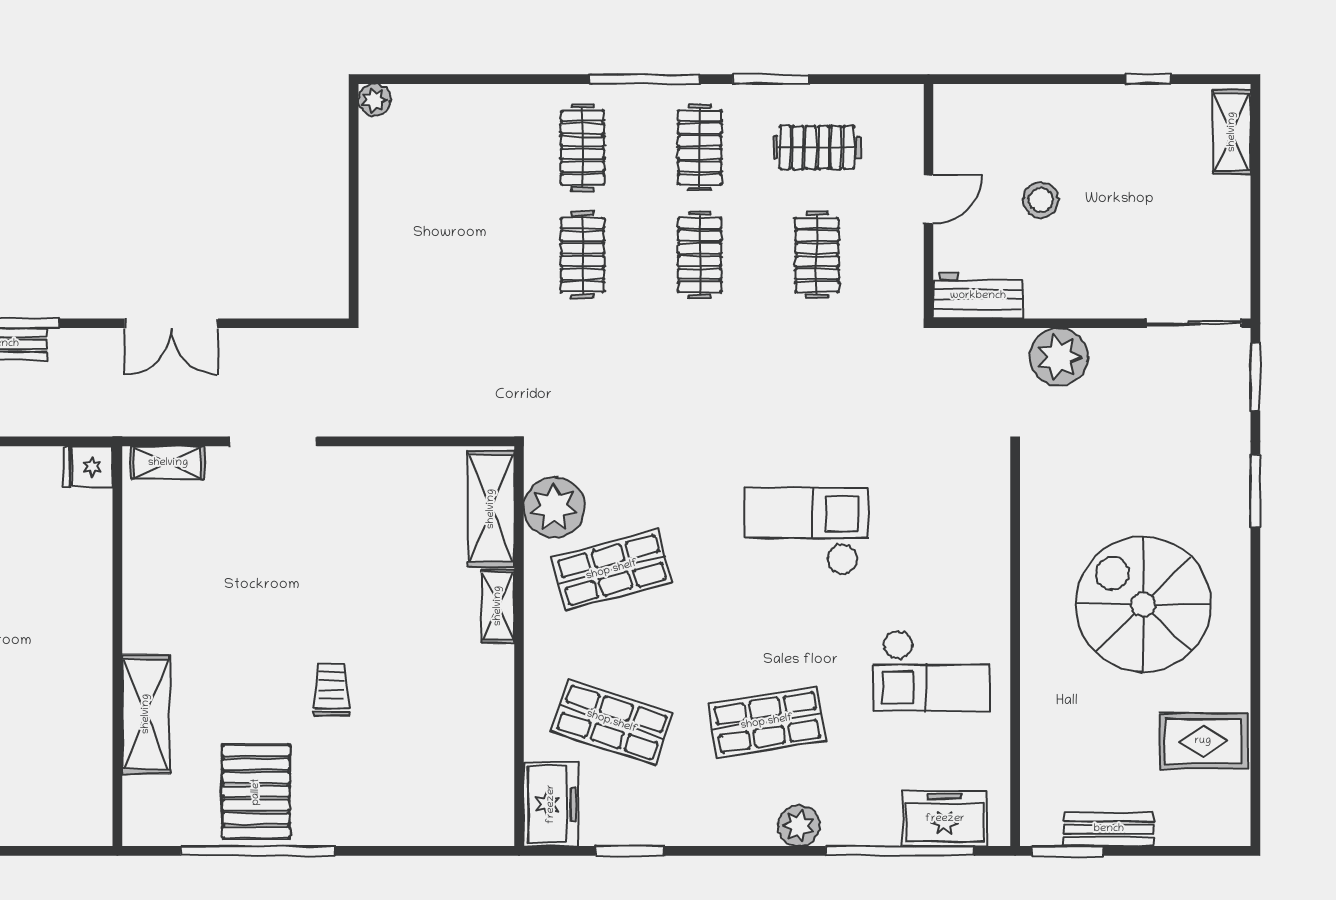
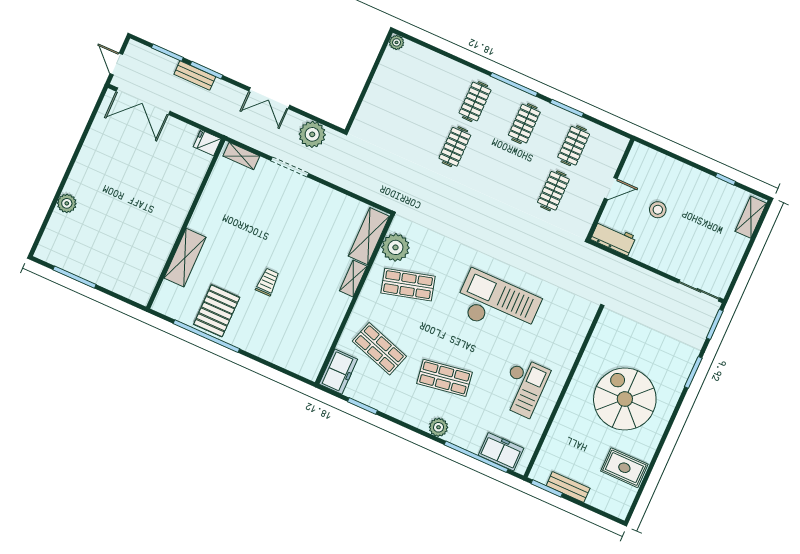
clothes rail: (817, 147) -> (574, 146), turned 90
clothes rail: (700, 255) -> (504, 169), removed
plant: (1059, 357) -> (312, 134), moved
checkout: (806, 531) -> (497, 305), width x1.36, depth x1.21
checkout: (932, 671) -> (523, 387), turned -90

